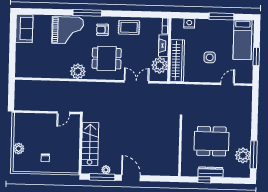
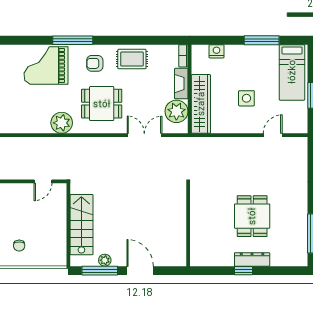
grand piano: (68, 30) -> (46, 66), turned 180
dining table: (211, 141) -> (252, 216), width x0.73
wall: (180, 147) -> (188, 225), moved
plant: (243, 155) -> (297, 235), removed

